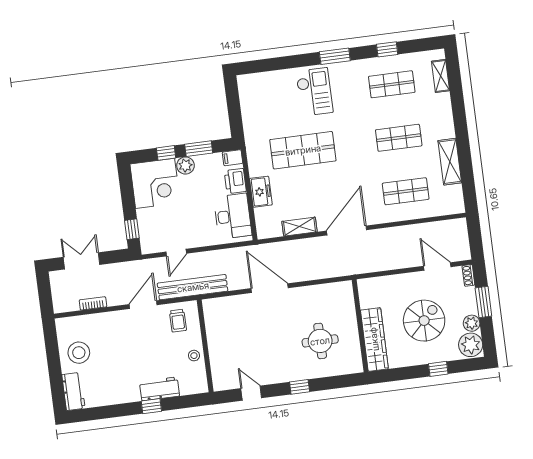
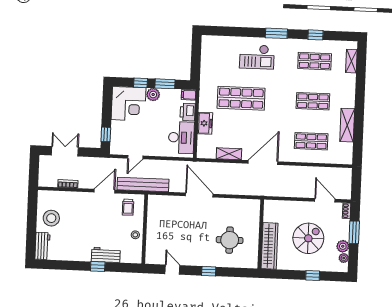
checkout: (314, 92) -> (257, 57), turned 90
plant: (471, 345) -> (344, 258), width x0.53, depth x0.53

